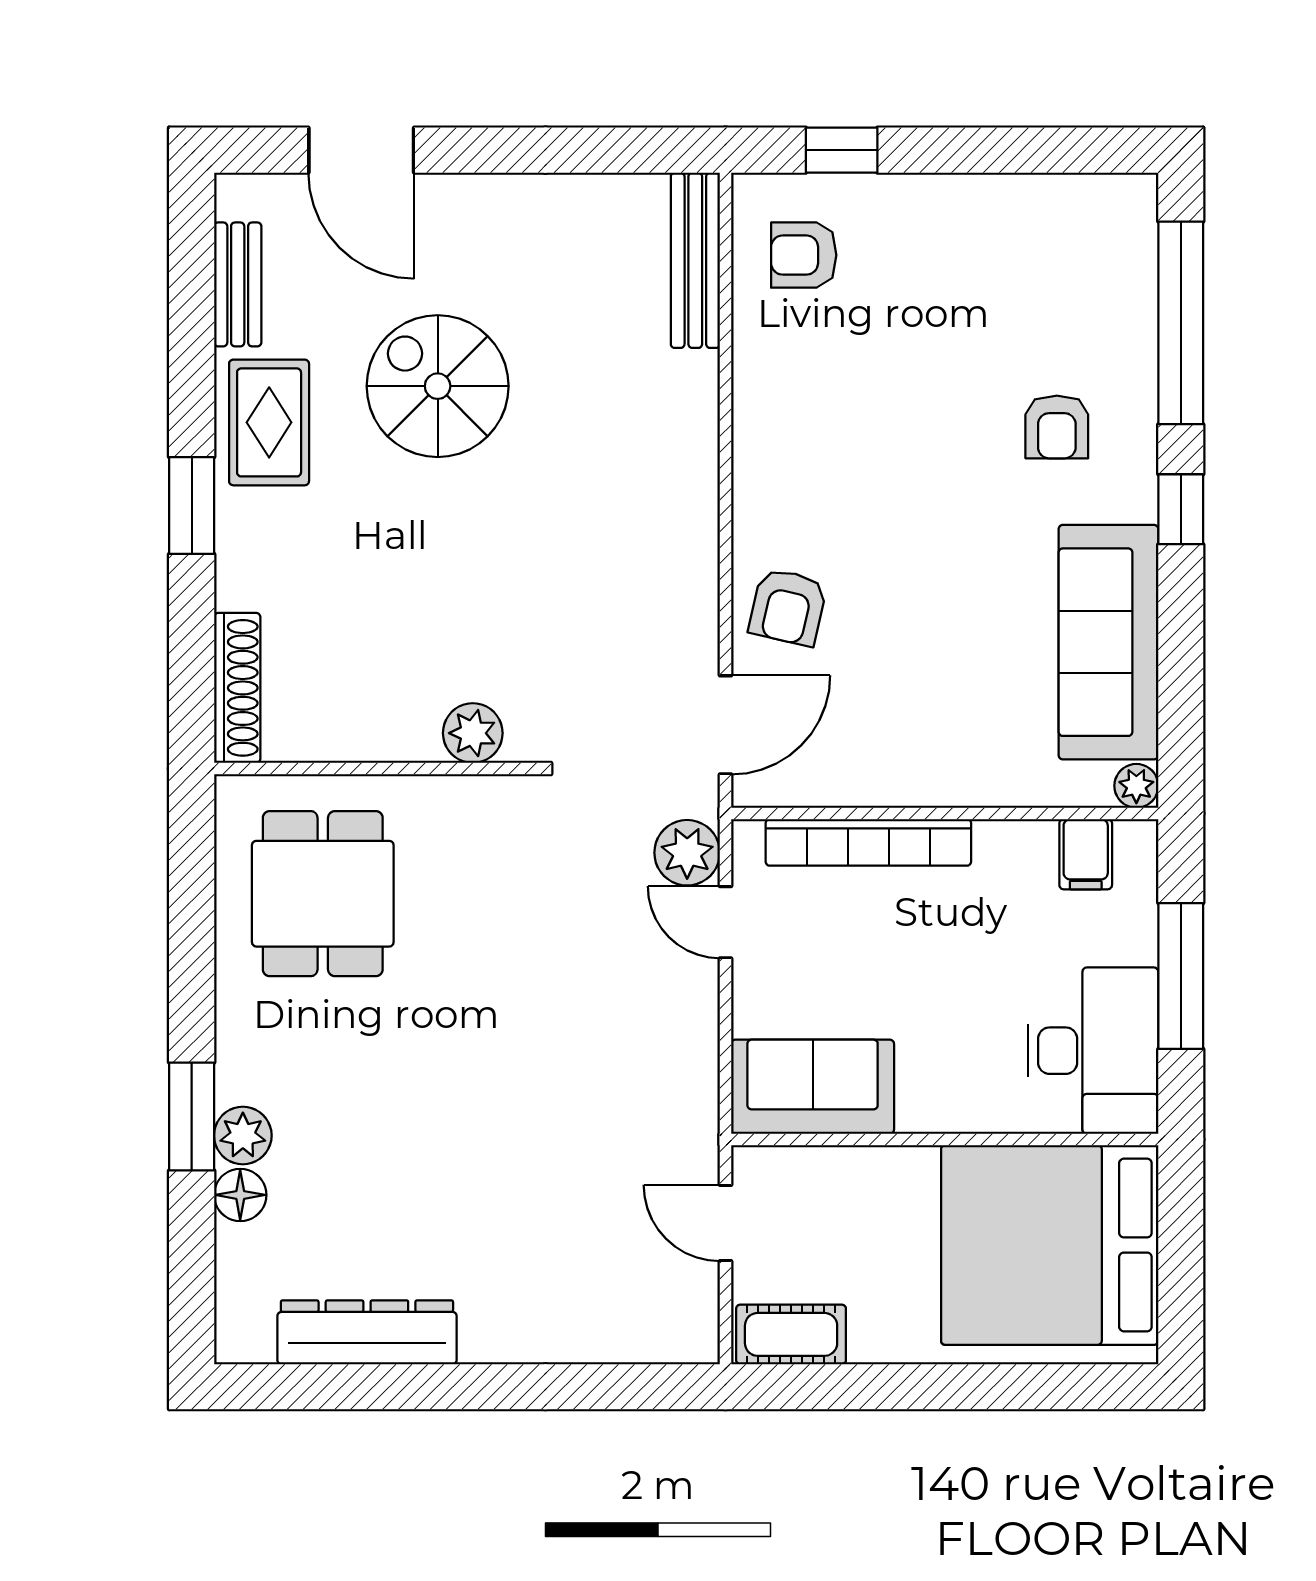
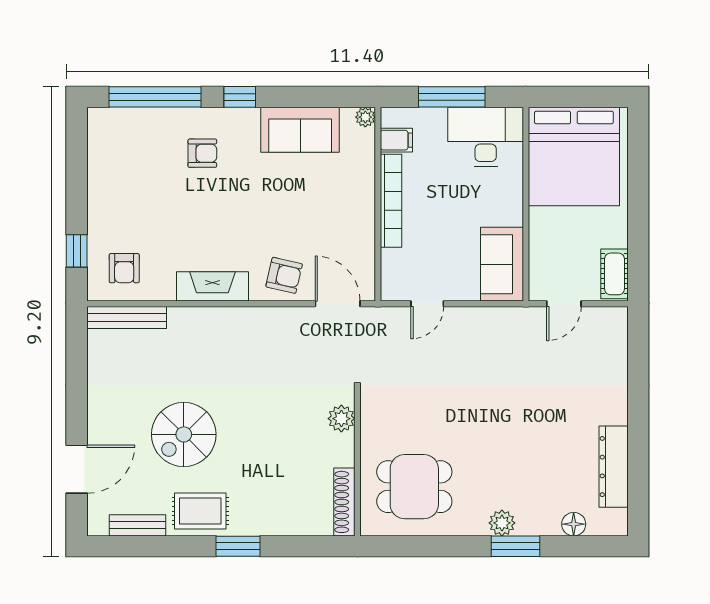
fireplace: (764, 449) -> (212, 286), added
sofa: (1108, 642) -> (300, 130), width x0.73
shoe rack: (237, 688) -> (344, 502), moved, turned -90
bookcase: (868, 842) -> (391, 201), moved
plant: (687, 853) -> (396, 321), removed
plant: (243, 1135) -> (502, 523), moved
floor lamp: (240, 1195) -> (574, 524), moved

